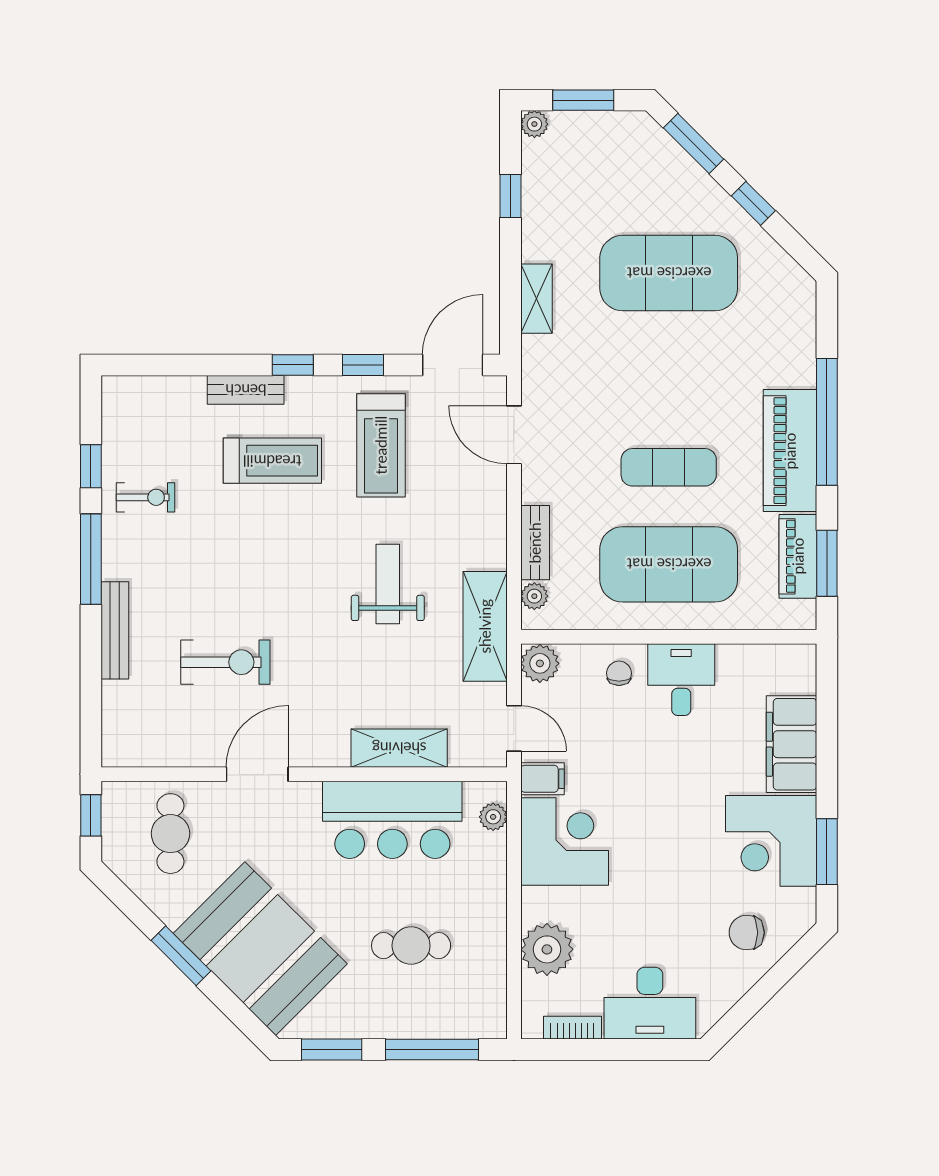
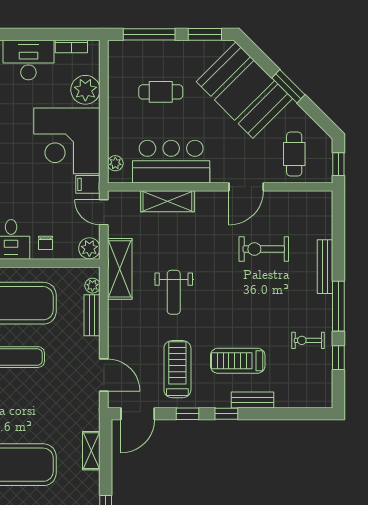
corner desk: (565, 842) -> (67, 141), width x1.36, depth x1.36

